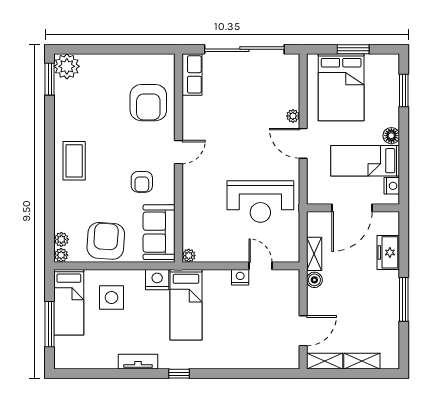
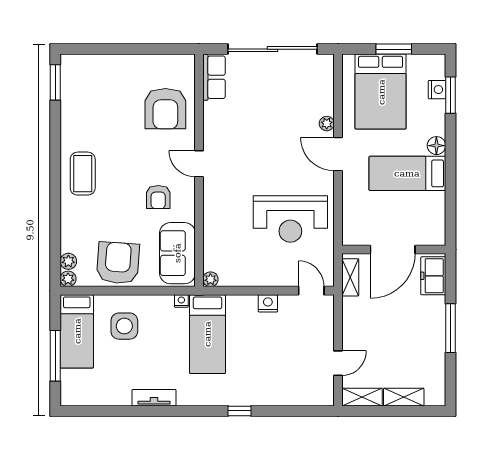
plant: (67, 66) -> (74, 68), removed
door: (178, 152) -> (199, 164), swing flipped
nightstand: (392, 186) -> (437, 90), moved
door: (352, 208) -> (393, 250), moved
wall: (353, 208) -> (394, 250), moved
door: (260, 266) -> (311, 291), moved
nightstand: (157, 280) -> (181, 301), width x0.53, depth x0.56
boiler: (314, 280) -> (351, 306), removed
door: (303, 331) -> (338, 363), width x0.73
window: (179, 374) -> (239, 411), moved

